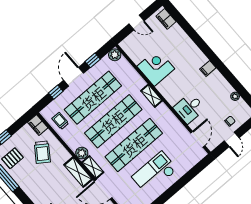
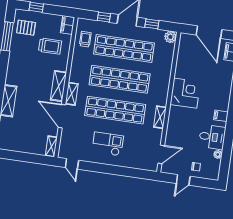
door: (137, 22) -> (209, 32), width x1.88
corner desk: (156, 68) -> (185, 93), moved
shelving: (152, 96) -> (160, 117), moved
desk: (189, 108) -> (212, 137), moved, turned 180
trolley: (42, 152) -> (50, 46), turned -125
plant: (82, 153) -> (75, 76), removed
checkout: (155, 173) -> (108, 144), width x0.73, depth x0.83

